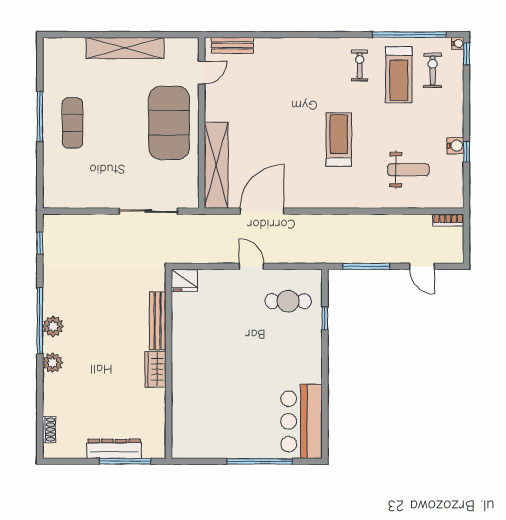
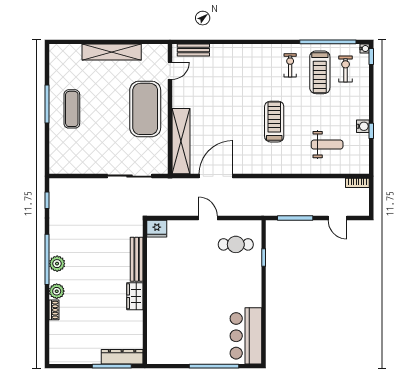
shoe rack: (49, 430) -> (54, 310), moved
dresser: (114, 449) -> (122, 357), moved

